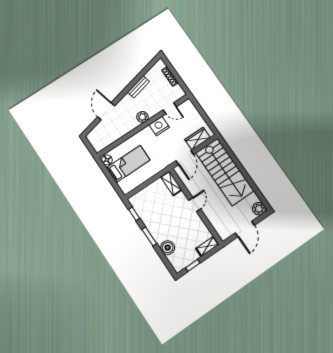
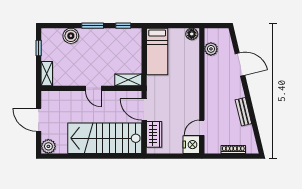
plant: (142, 117) -> (211, 49), moved
nightstand: (159, 126) -> (191, 145), moved
bed: (128, 164) -> (157, 51), moved

